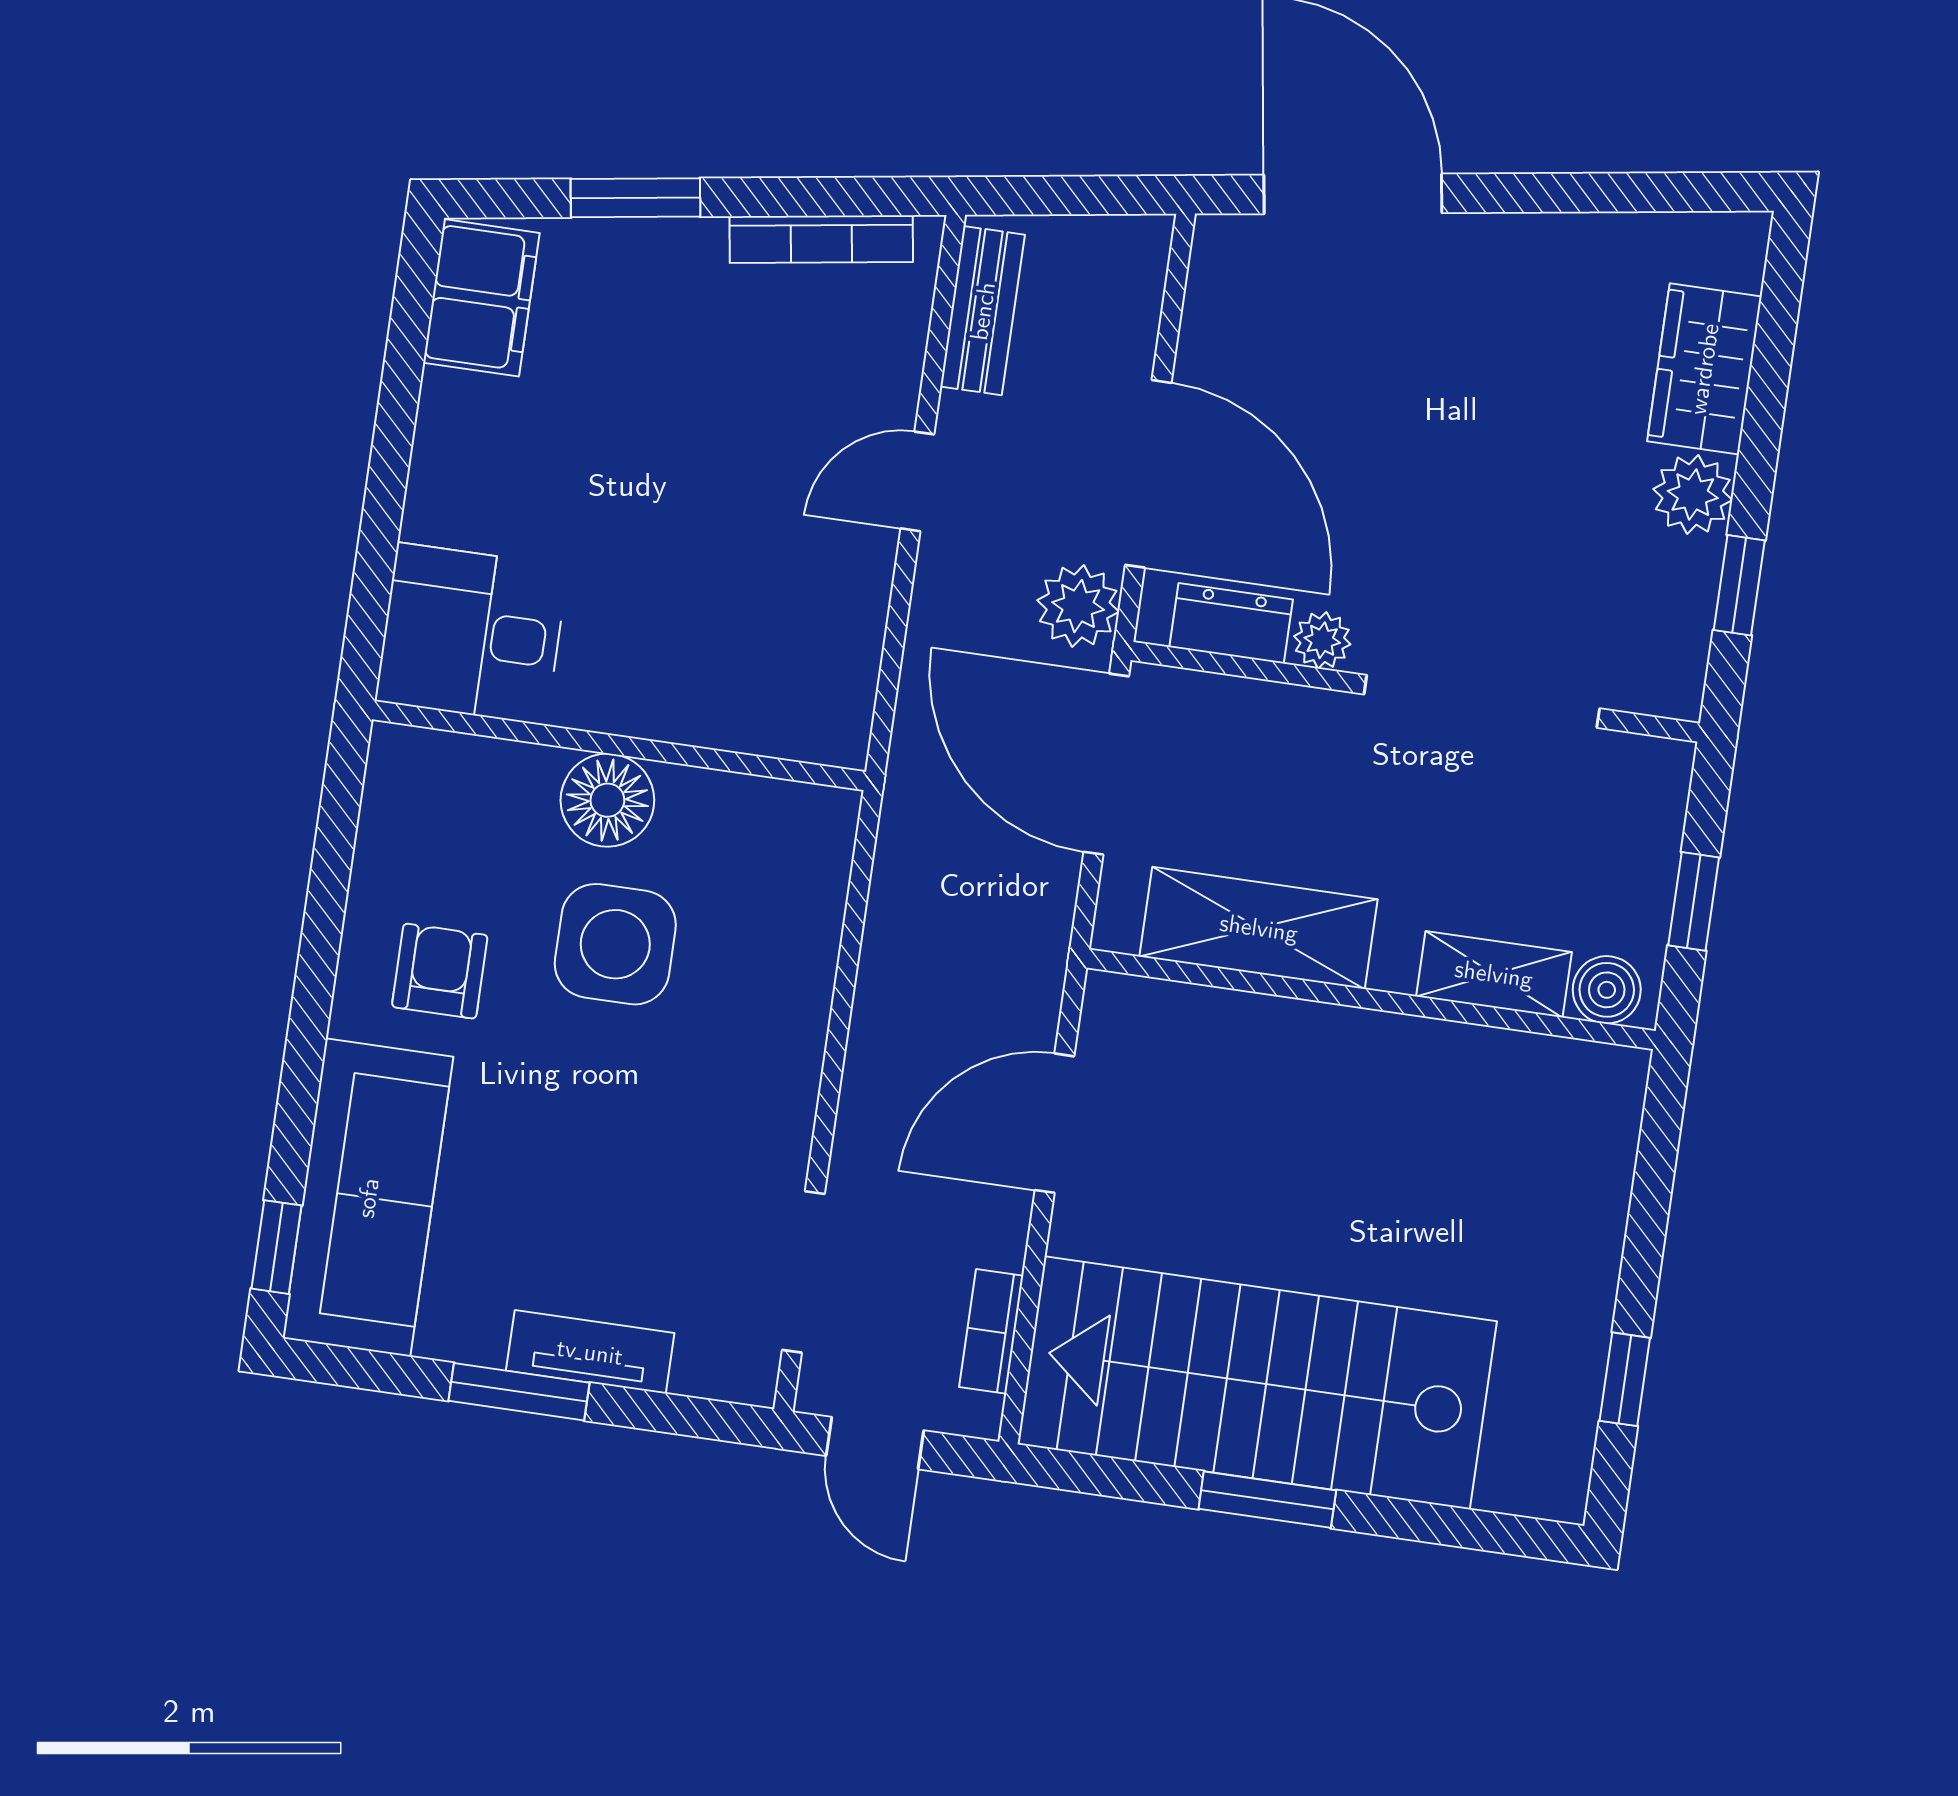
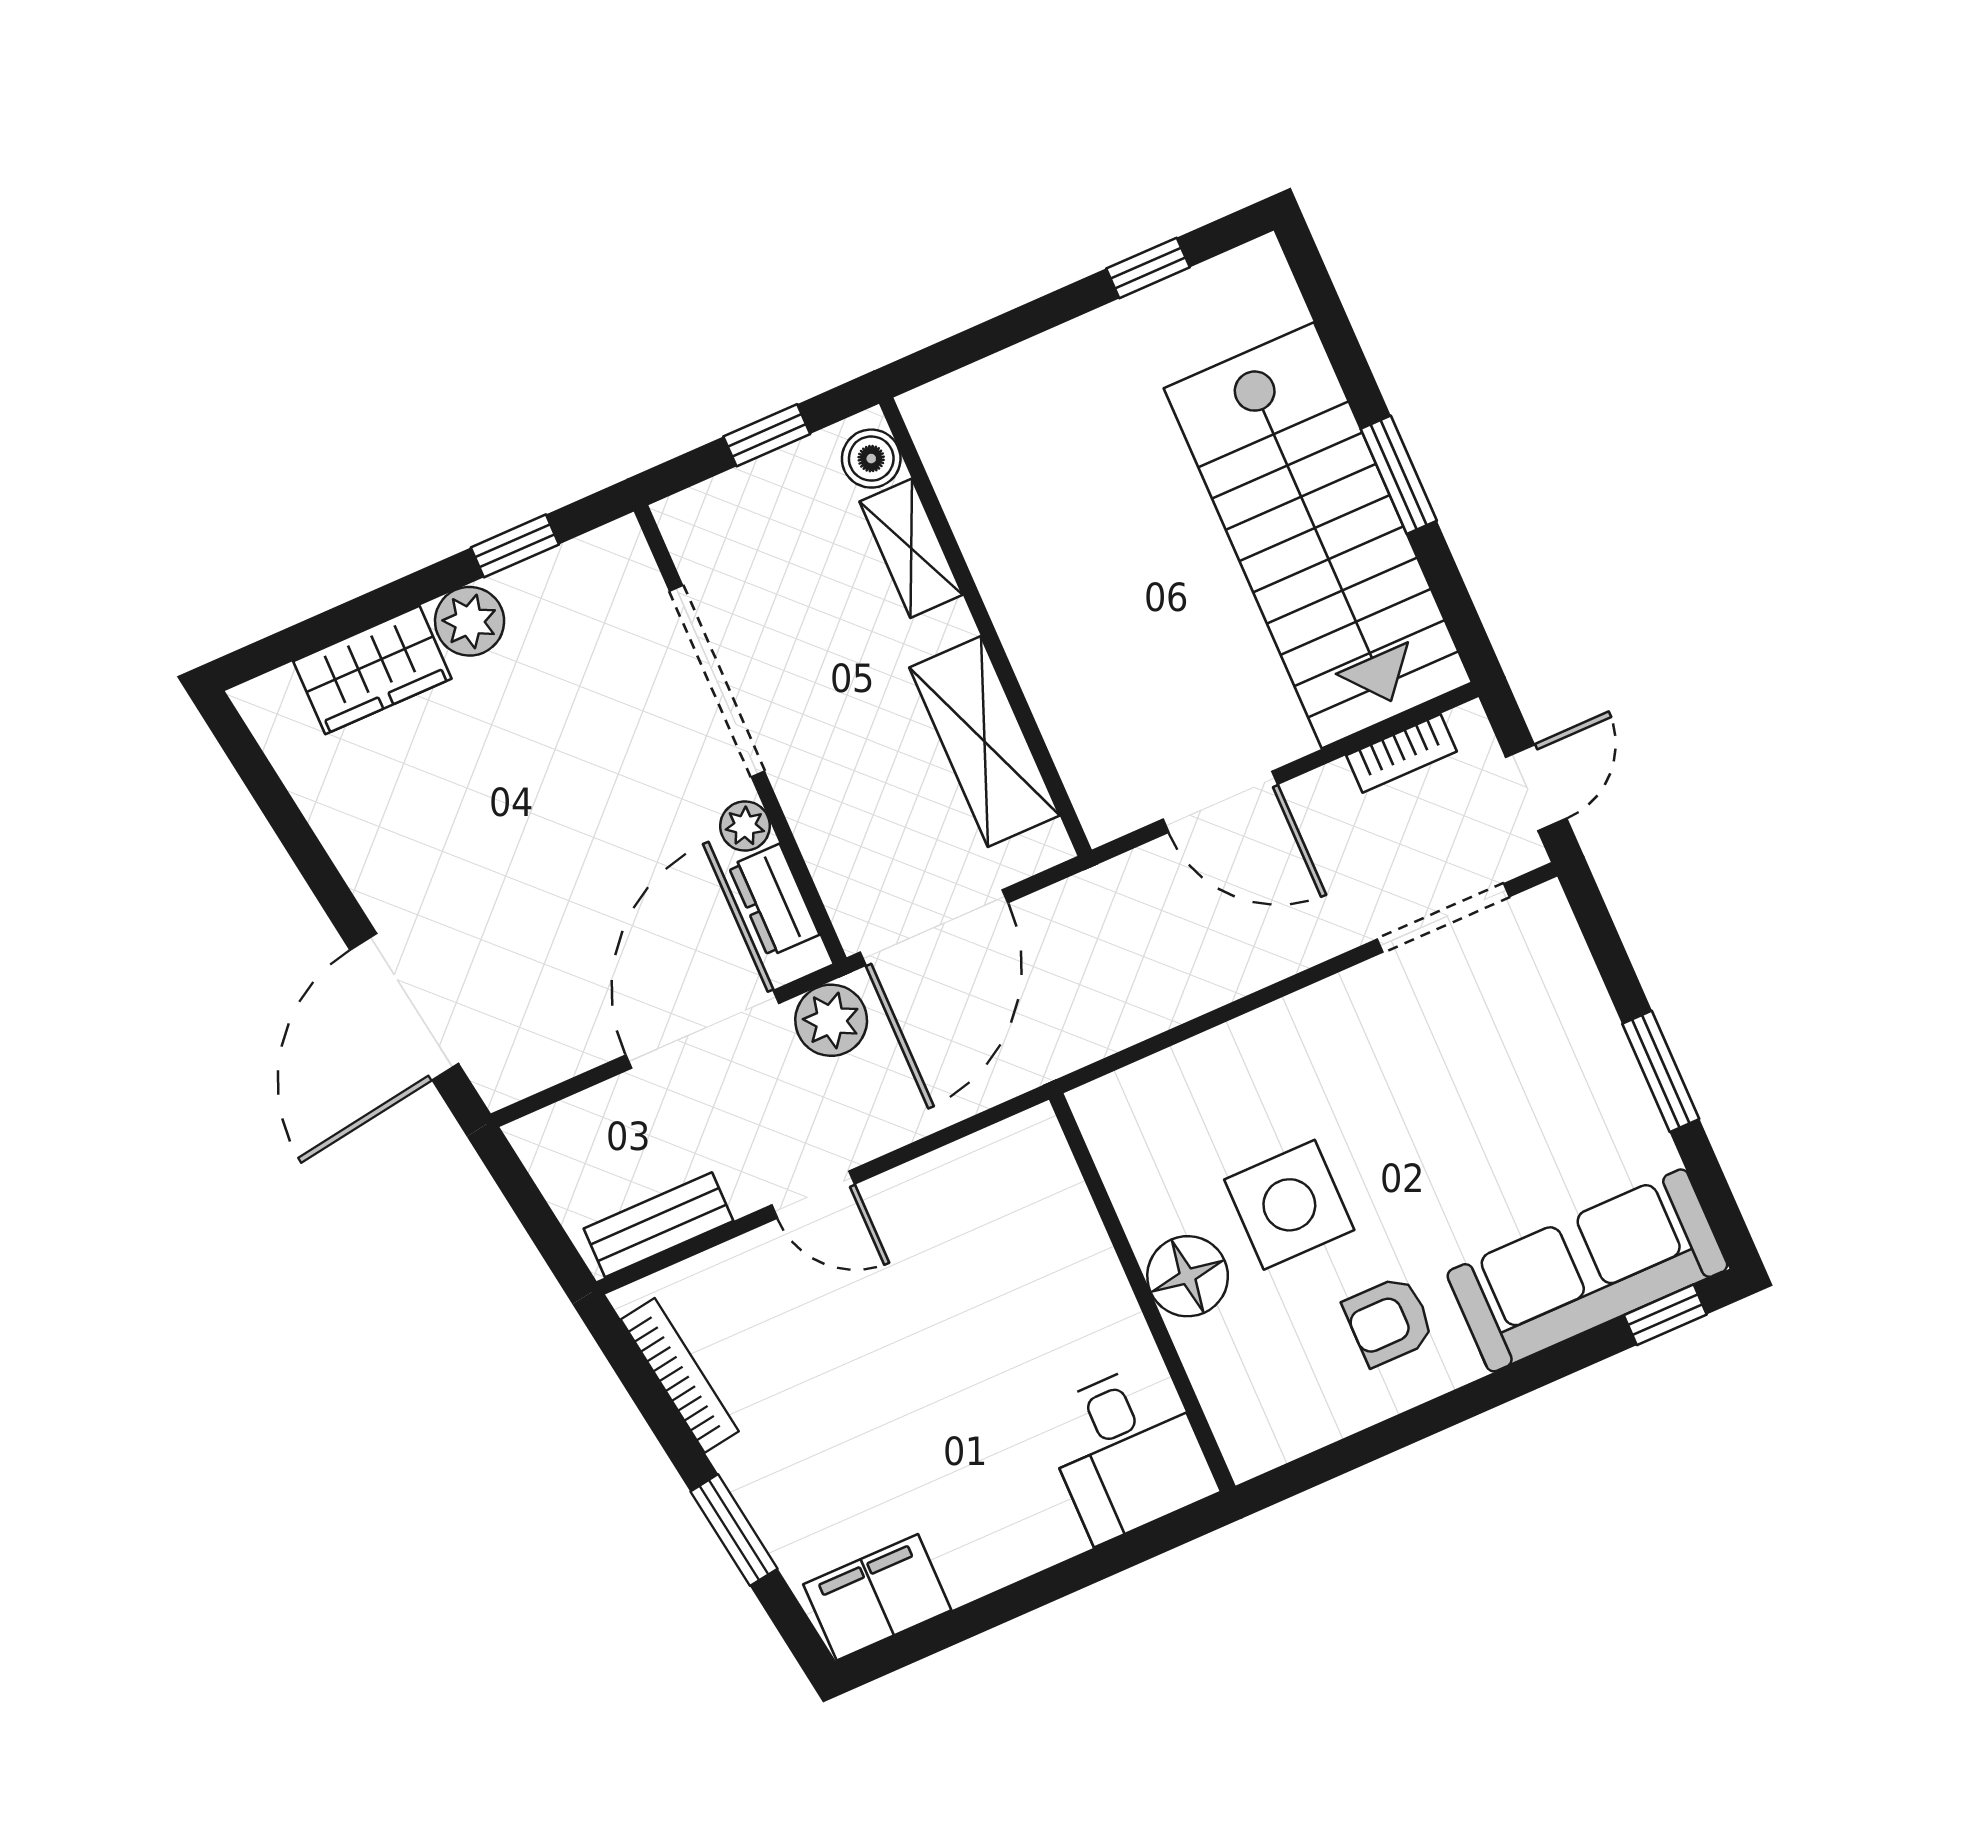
tv unit: (590, 1352) -> (1599, 1038), removed

